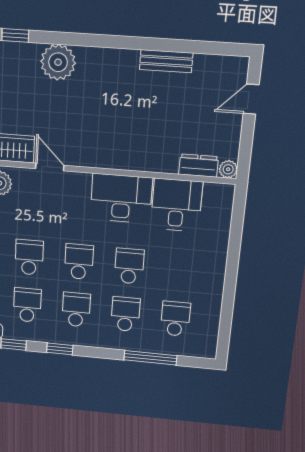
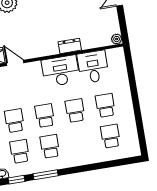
dresser: (198, 166) -> (70, 46), moved
school desk: (125, 314) -> (105, 105), moved
window: (60, 349) -> (46, 175), width x1.50
window: (150, 358) -> (102, 165), removed

